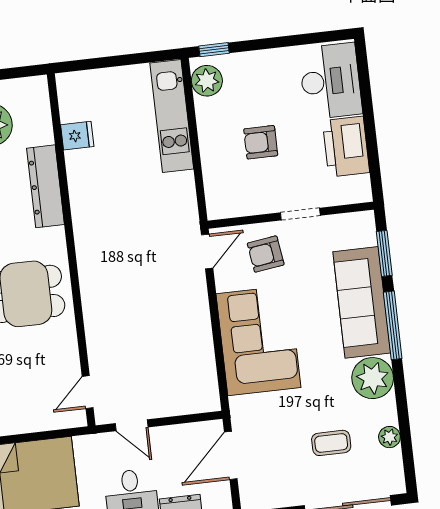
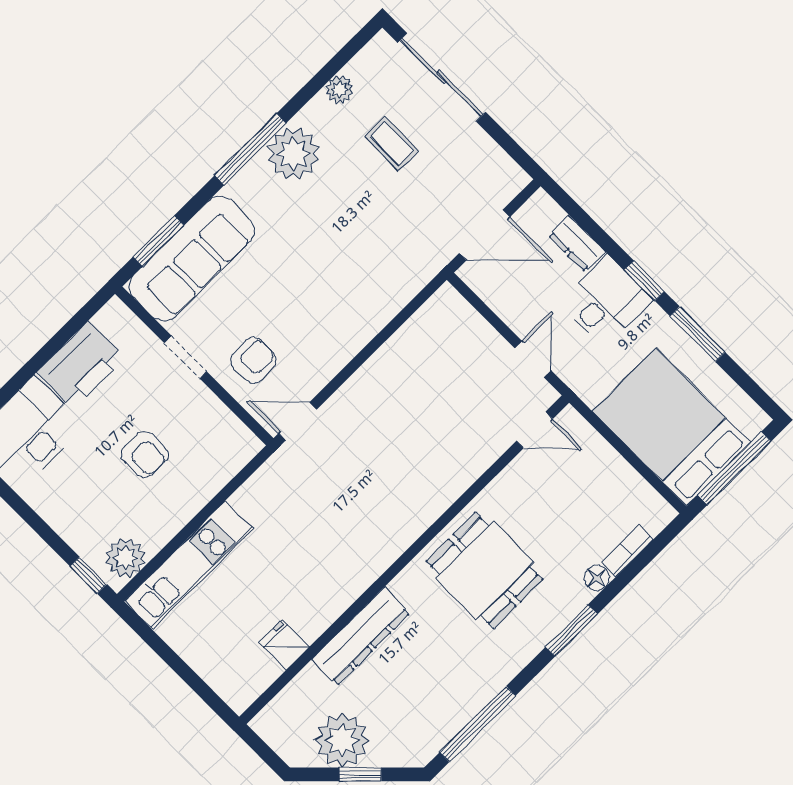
armchair: (266, 254) -> (253, 360), turned -82
sofa: (362, 302) -> (192, 259), moved
window: (393, 325) -> (250, 149), moved
corner sofa: (258, 341) -> (347, 299), removed

